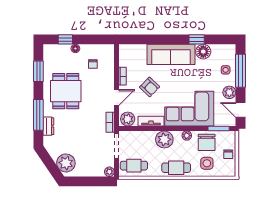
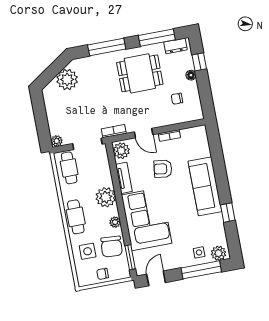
floor lamp: (203, 52) -> (215, 223), removed
window: (38, 71) -> (157, 38), width x1.44
armchair: (150, 87) -> (163, 169), turned 54
plant: (229, 92) -> (219, 253), moved
dresser: (48, 126) -> (175, 46), moved
chair: (207, 142) -> (112, 247), turned -86
plant: (66, 163) -> (67, 79), moved

